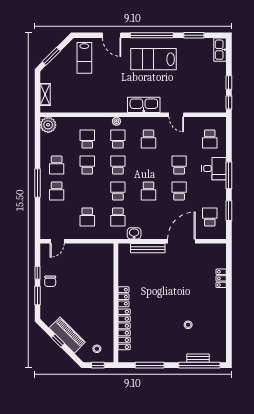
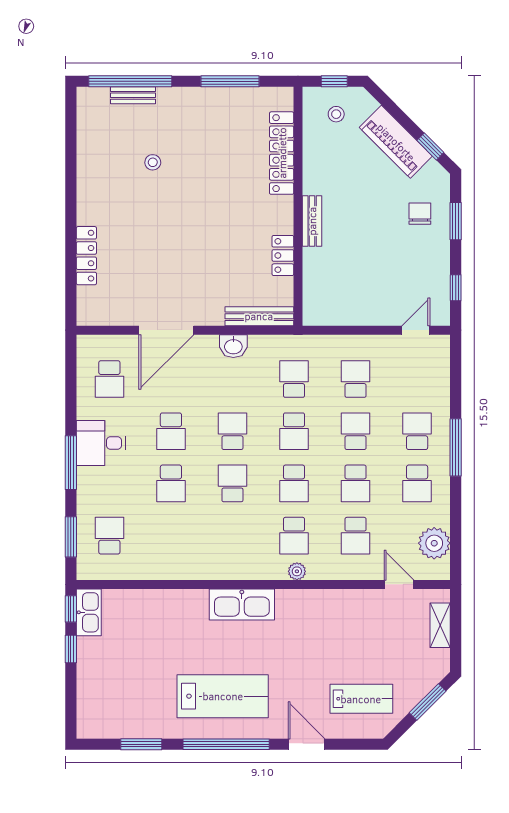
kitchen sink: (220, 50) -> (89, 612), moved
lab bench: (84, 58) -> (361, 699), turned 90
door: (176, 115) -> (399, 584), moved
plant: (48, 125) -> (434, 543), moved
school desk: (148, 139) -> (232, 483), moved
school desk: (57, 165) -> (417, 483), turned 180
desk: (214, 169) -> (101, 443), moved
school desk: (87, 191) -> (356, 431), added
window: (229, 211) -> (71, 537), moved
washbasin: (134, 233) -> (233, 346), moved
bench: (148, 248) -> (259, 316), moved
window: (37, 273) -> (456, 288), moved
locker: (221, 278) -> (86, 256), width x1.53
chair: (50, 281) -> (420, 214), moved
bench: (109, 296) -> (312, 221), added
locker: (123, 297) -> (283, 255), moved
window: (58, 341) -> (430, 146), moved

